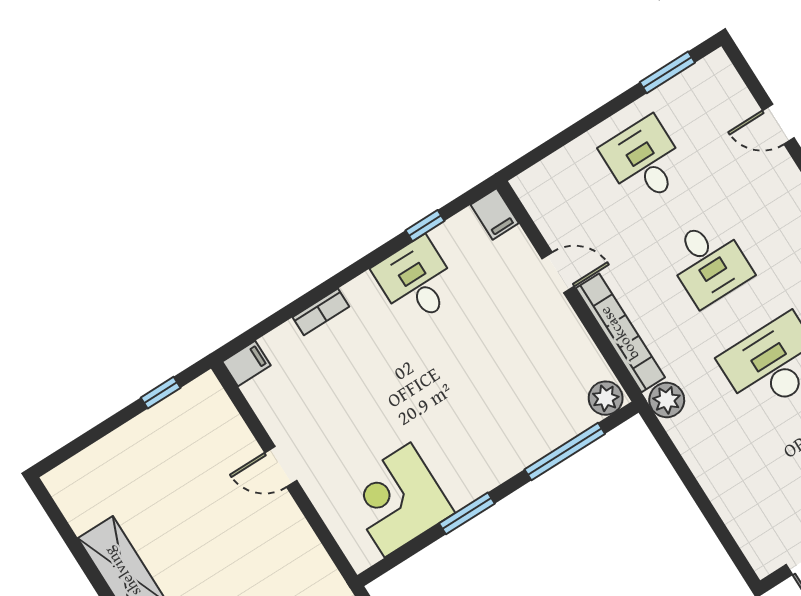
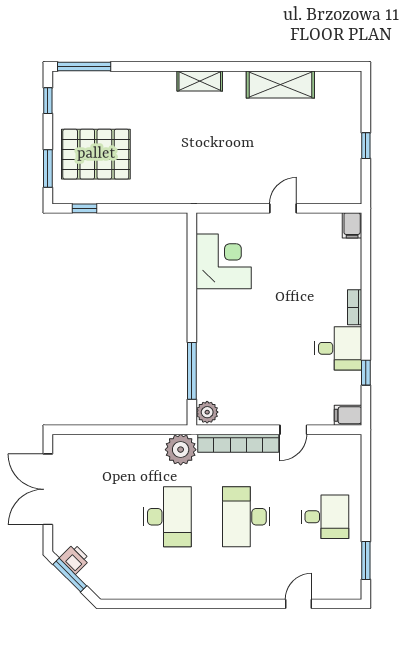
desk: (709, 262) -> (246, 517), width x1.37
bookcase: (321, 312) -> (355, 307), moved
window: (161, 393) -> (366, 146), moved
plant: (667, 400) -> (181, 450), width x1.36, depth x1.36
window: (467, 513) -> (192, 295), removed

